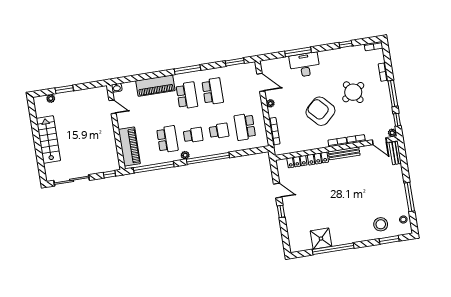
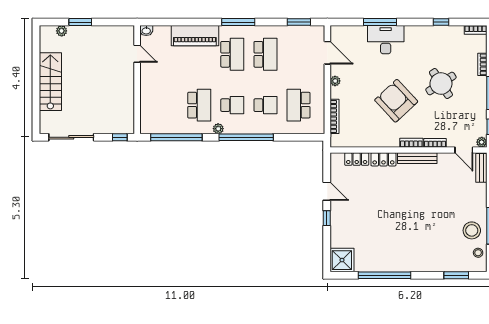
piano: (129, 147) -> (150, 107), removed
stool: (381, 224) -> (472, 230), moved
shower: (321, 239) -> (342, 260), moved

